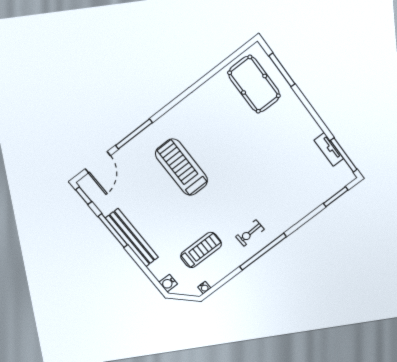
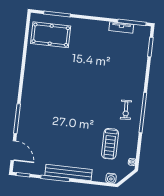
treadmill: (182, 167) -> (57, 111), removed
treadmill: (201, 250) -> (110, 144), turned 180

